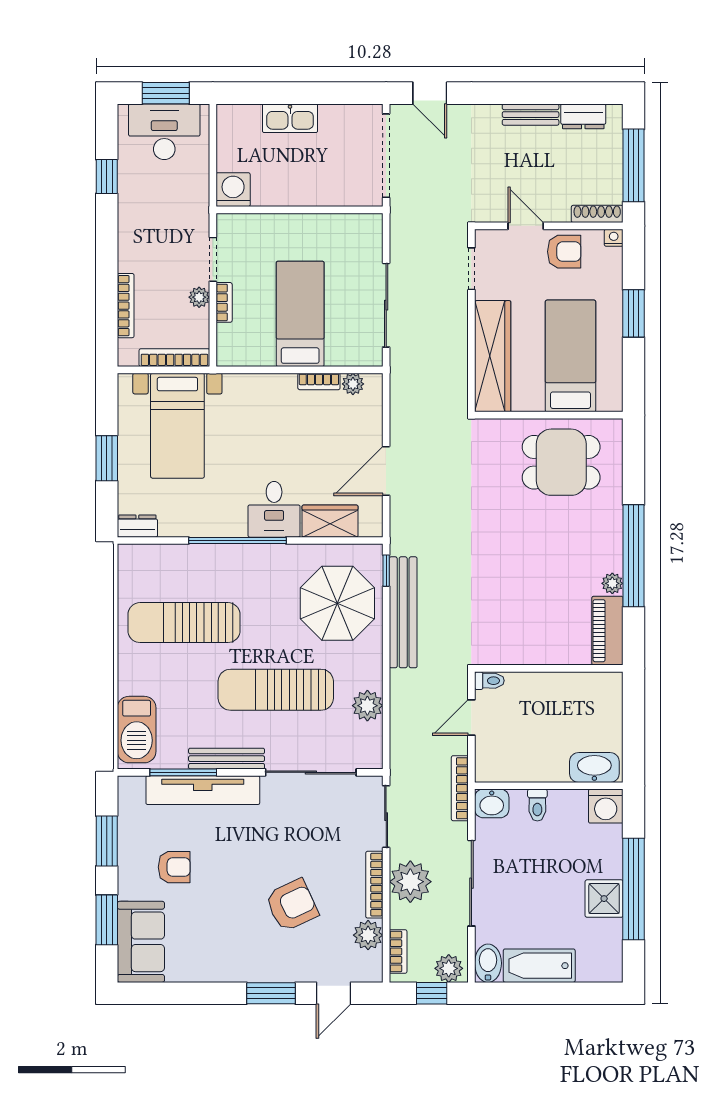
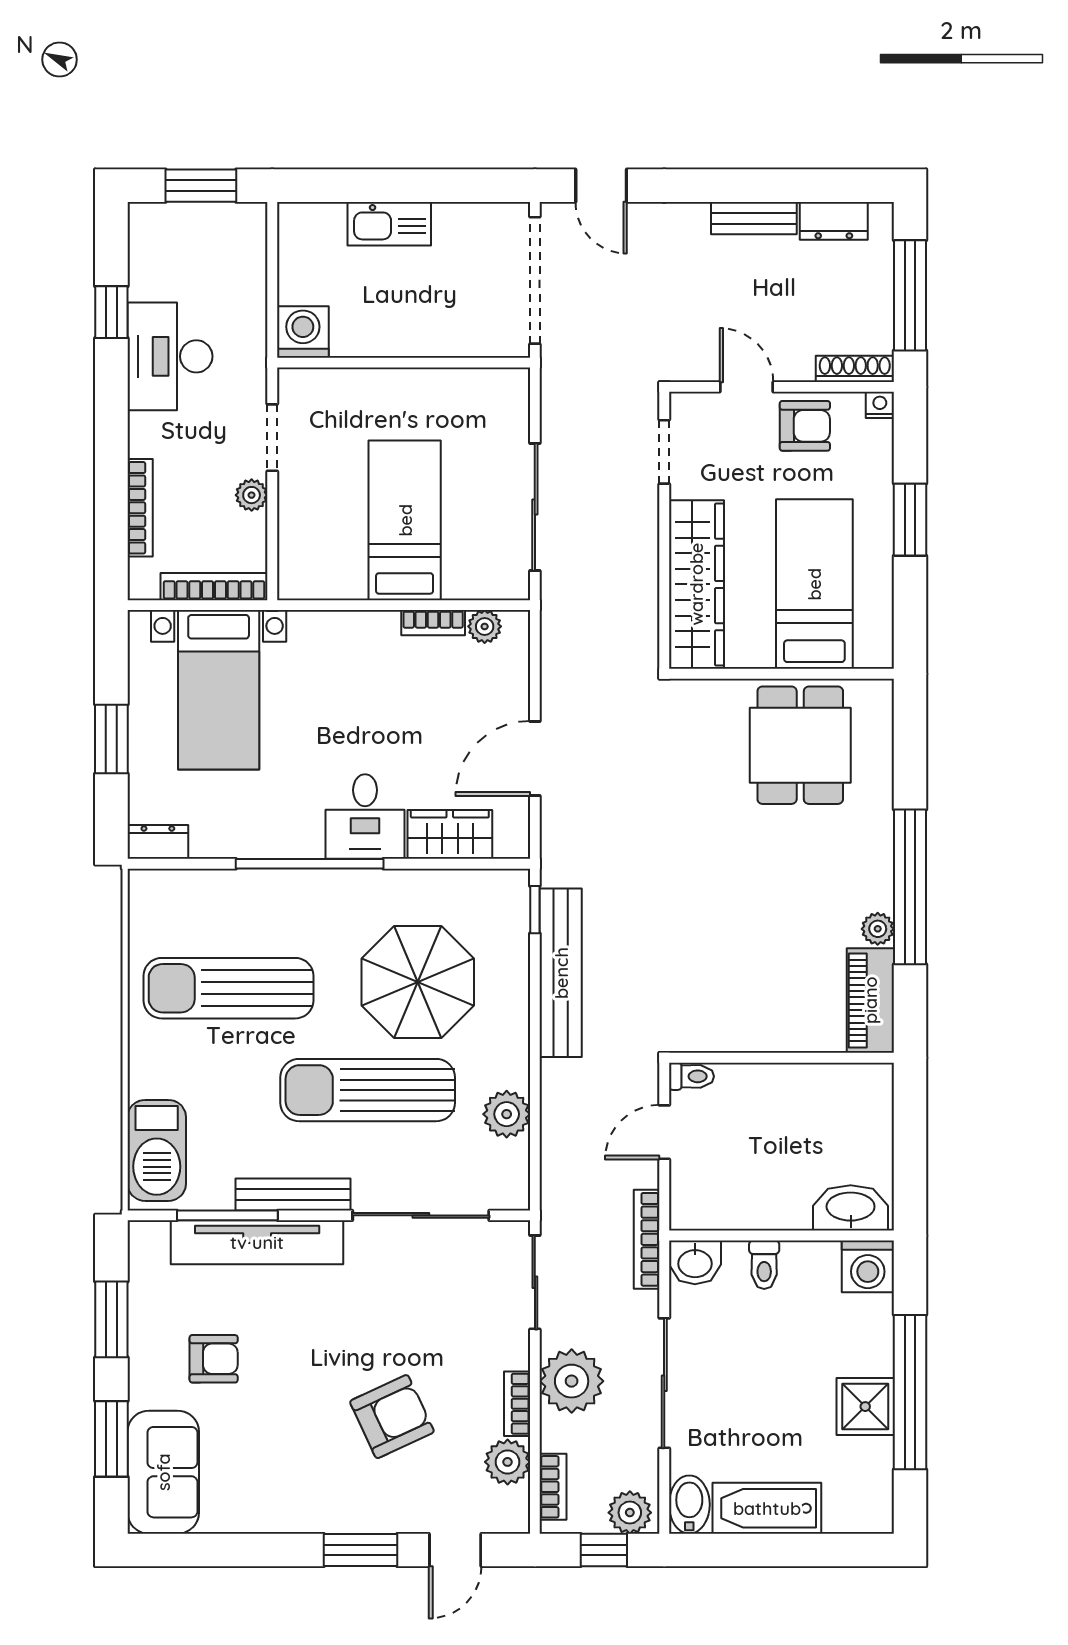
desk: (164, 132) -> (170, 356), moved, turned -90
bookcase: (224, 302) -> (289, 503), removed
dining table: (561, 462) -> (800, 745), turned 90
parasol: (337, 603) -> (418, 982), moved
bookcase: (374, 885) -> (517, 1404), width x0.64

